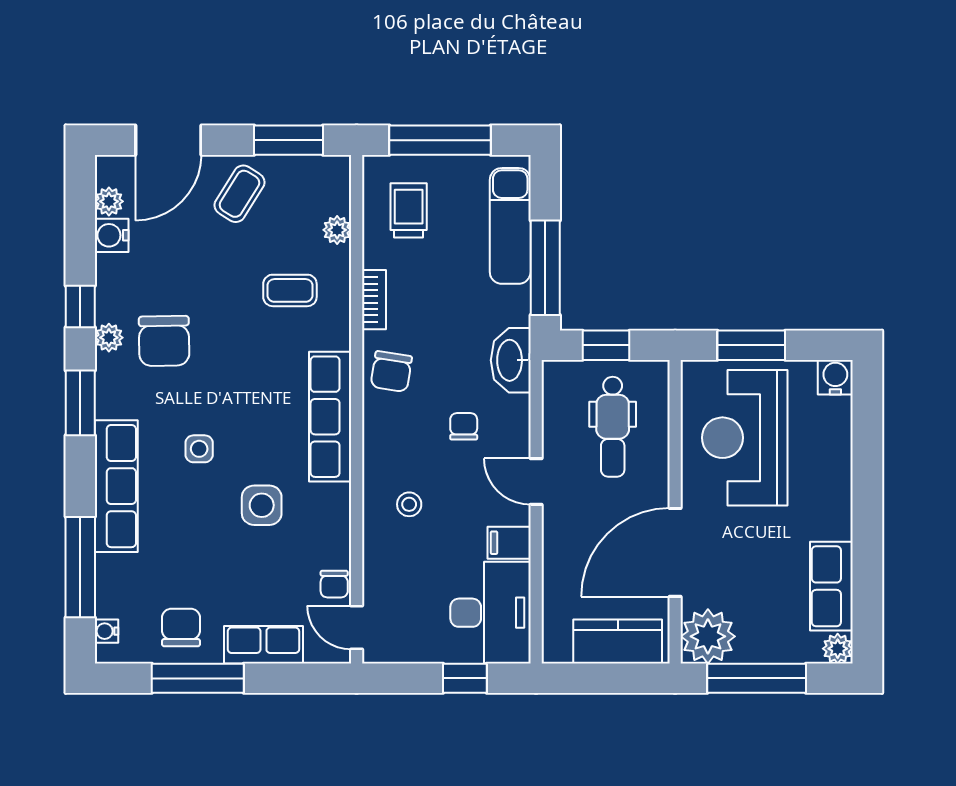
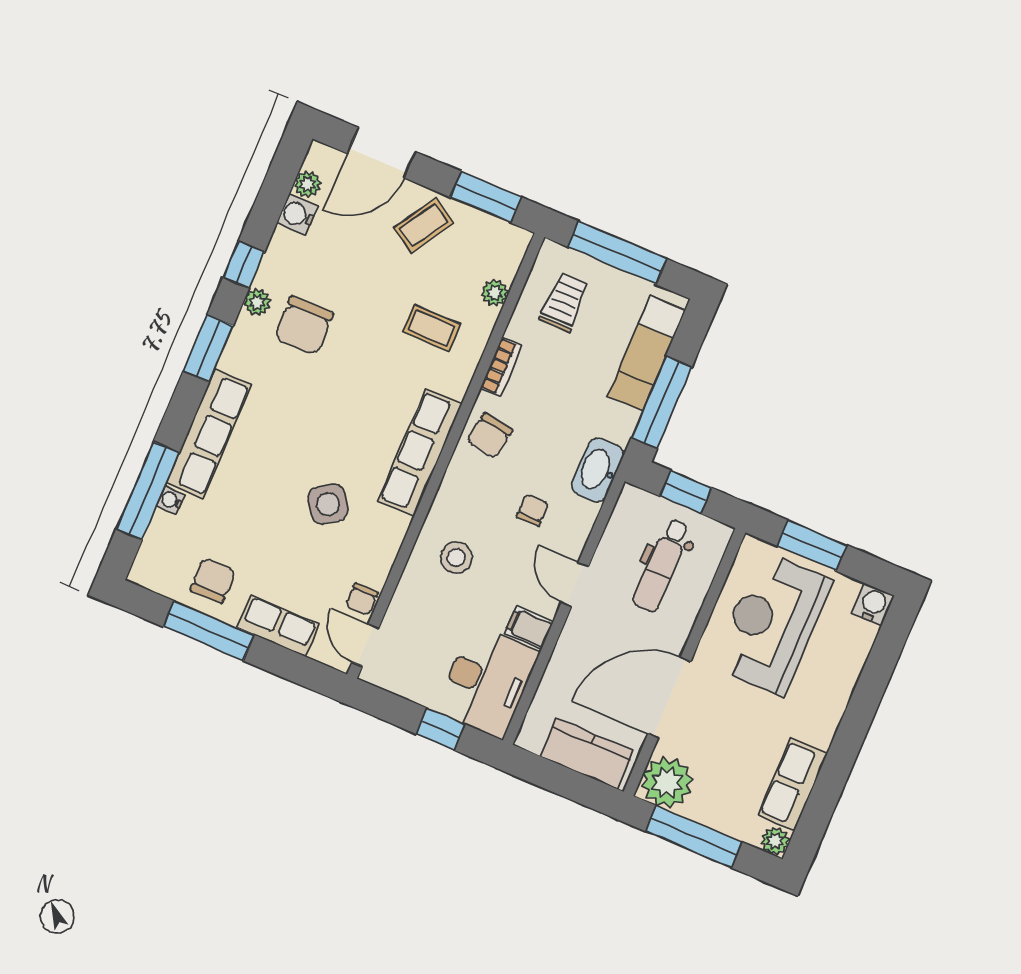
side table: (199, 449) -> (294, 432), removed
stool: (409, 504) -> (456, 558), width x1.37, depth x1.37
side table: (262, 505) -> (328, 504), turned -34
water cooler: (106, 631) -> (171, 500), moved

